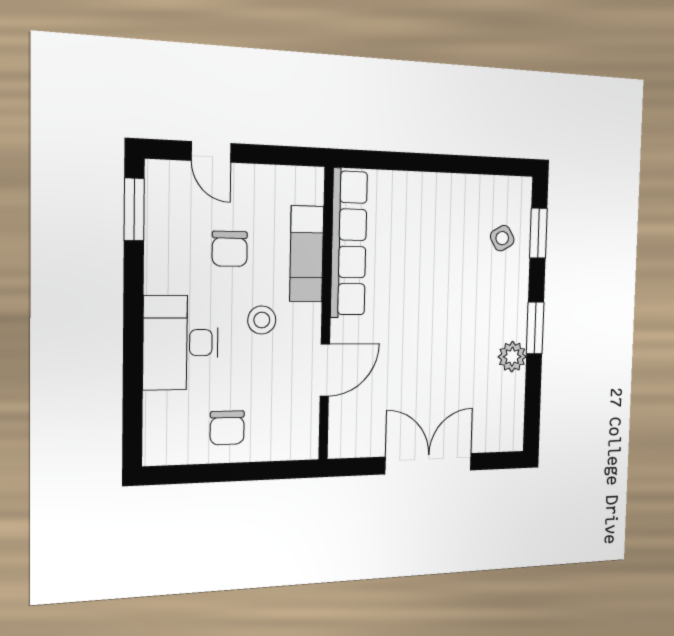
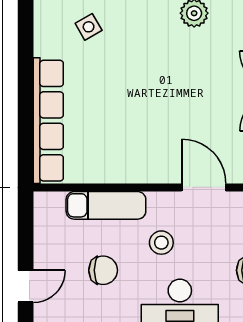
row of seats: (349, 243) -> (48, 121), moved, turned 90

